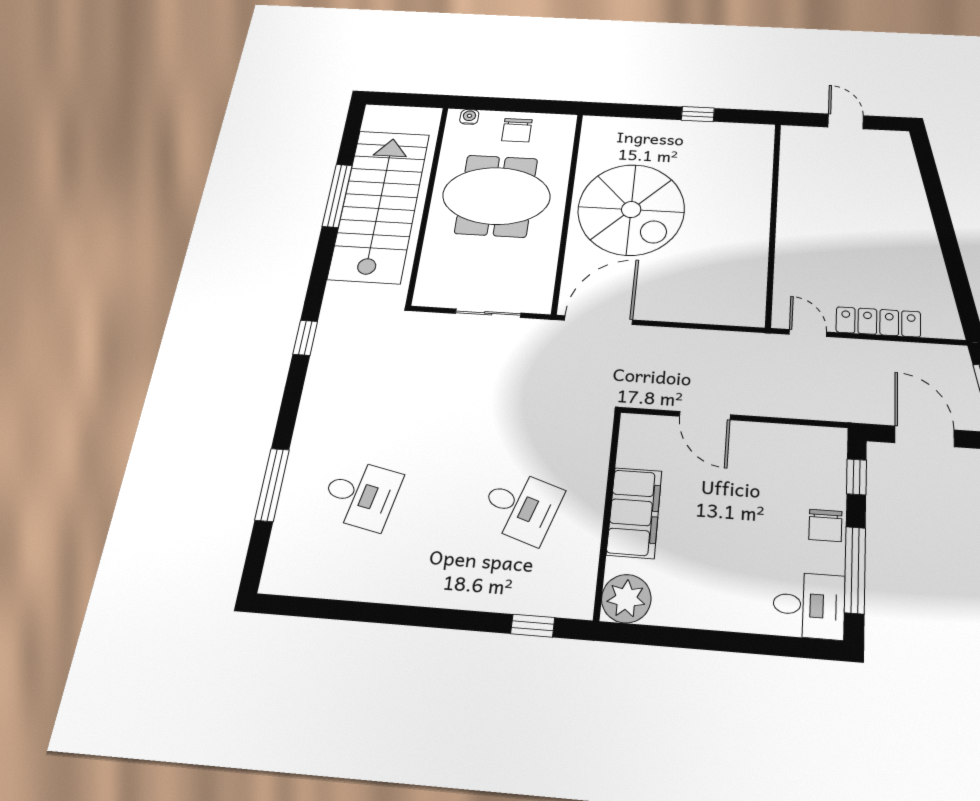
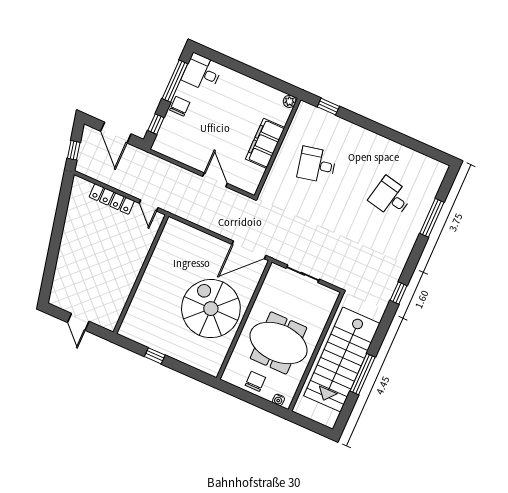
desk: (521, 506) -> (317, 165), turned -30
plant: (626, 599) -> (290, 101), width x0.53, depth x0.53

